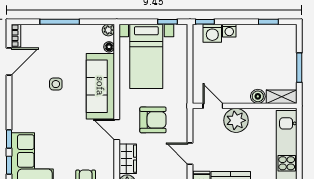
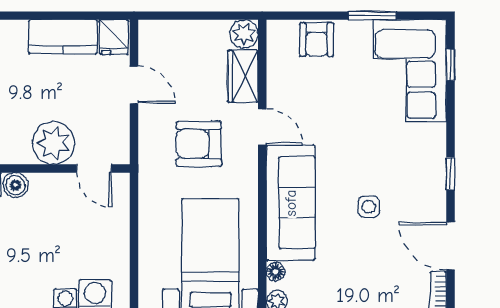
door: (9, 62) -> (450, 246), hinge flipped
window: (9, 139) -> (450, 174), moved

